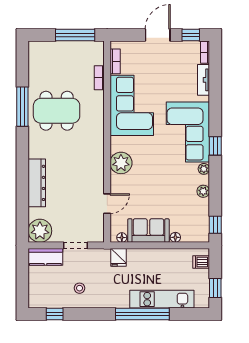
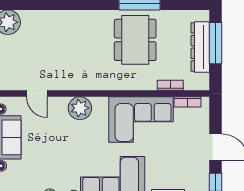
window: (75, 35) -> (216, 43), moved
dresser: (37, 183) -> (200, 47), moved, turned 90

